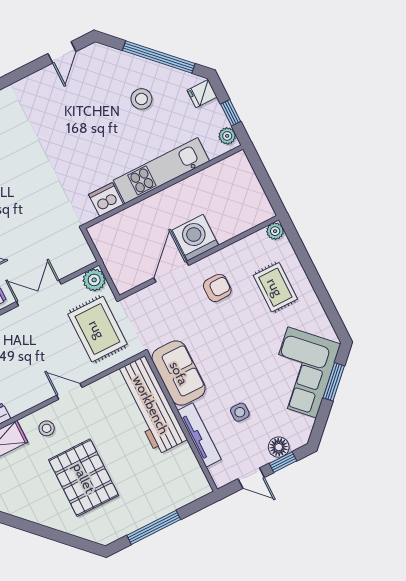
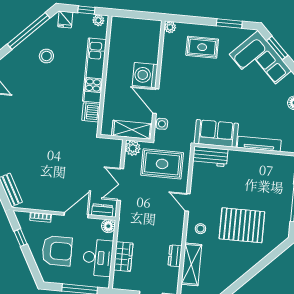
shelving: (117, 264) -> (132, 130), added
armchair: (217, 288) -> (182, 81), removed
window: (327, 302) -> (229, 23), added
door: (69, 391) -> (188, 202), hinge flipped
workbench: (151, 405) -> (210, 157), width x0.53, depth x0.76
side table: (240, 412) -> (162, 124), moved

